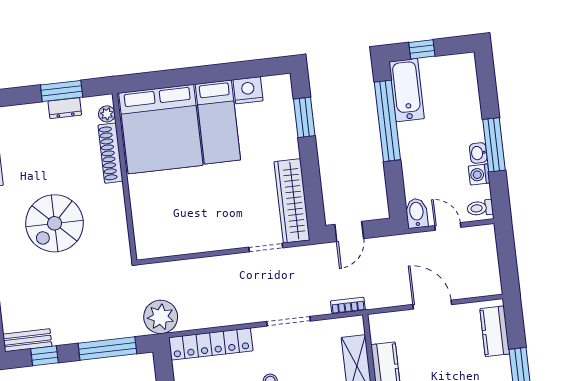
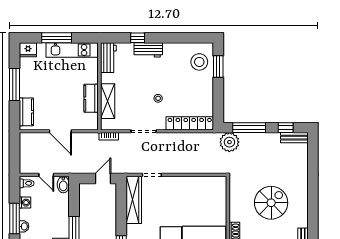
washbasin: (478, 153) -> (24, 226), moved
plant: (161, 317) -> (229, 142), moved

